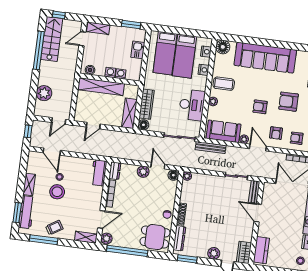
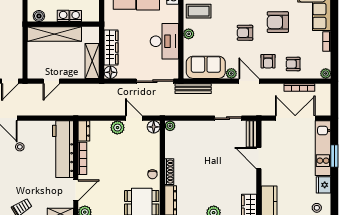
workbench: (99, 173) -> (63, 149), width x1.88, depth x1.32
stool: (57, 192) -> (19, 165), removed

